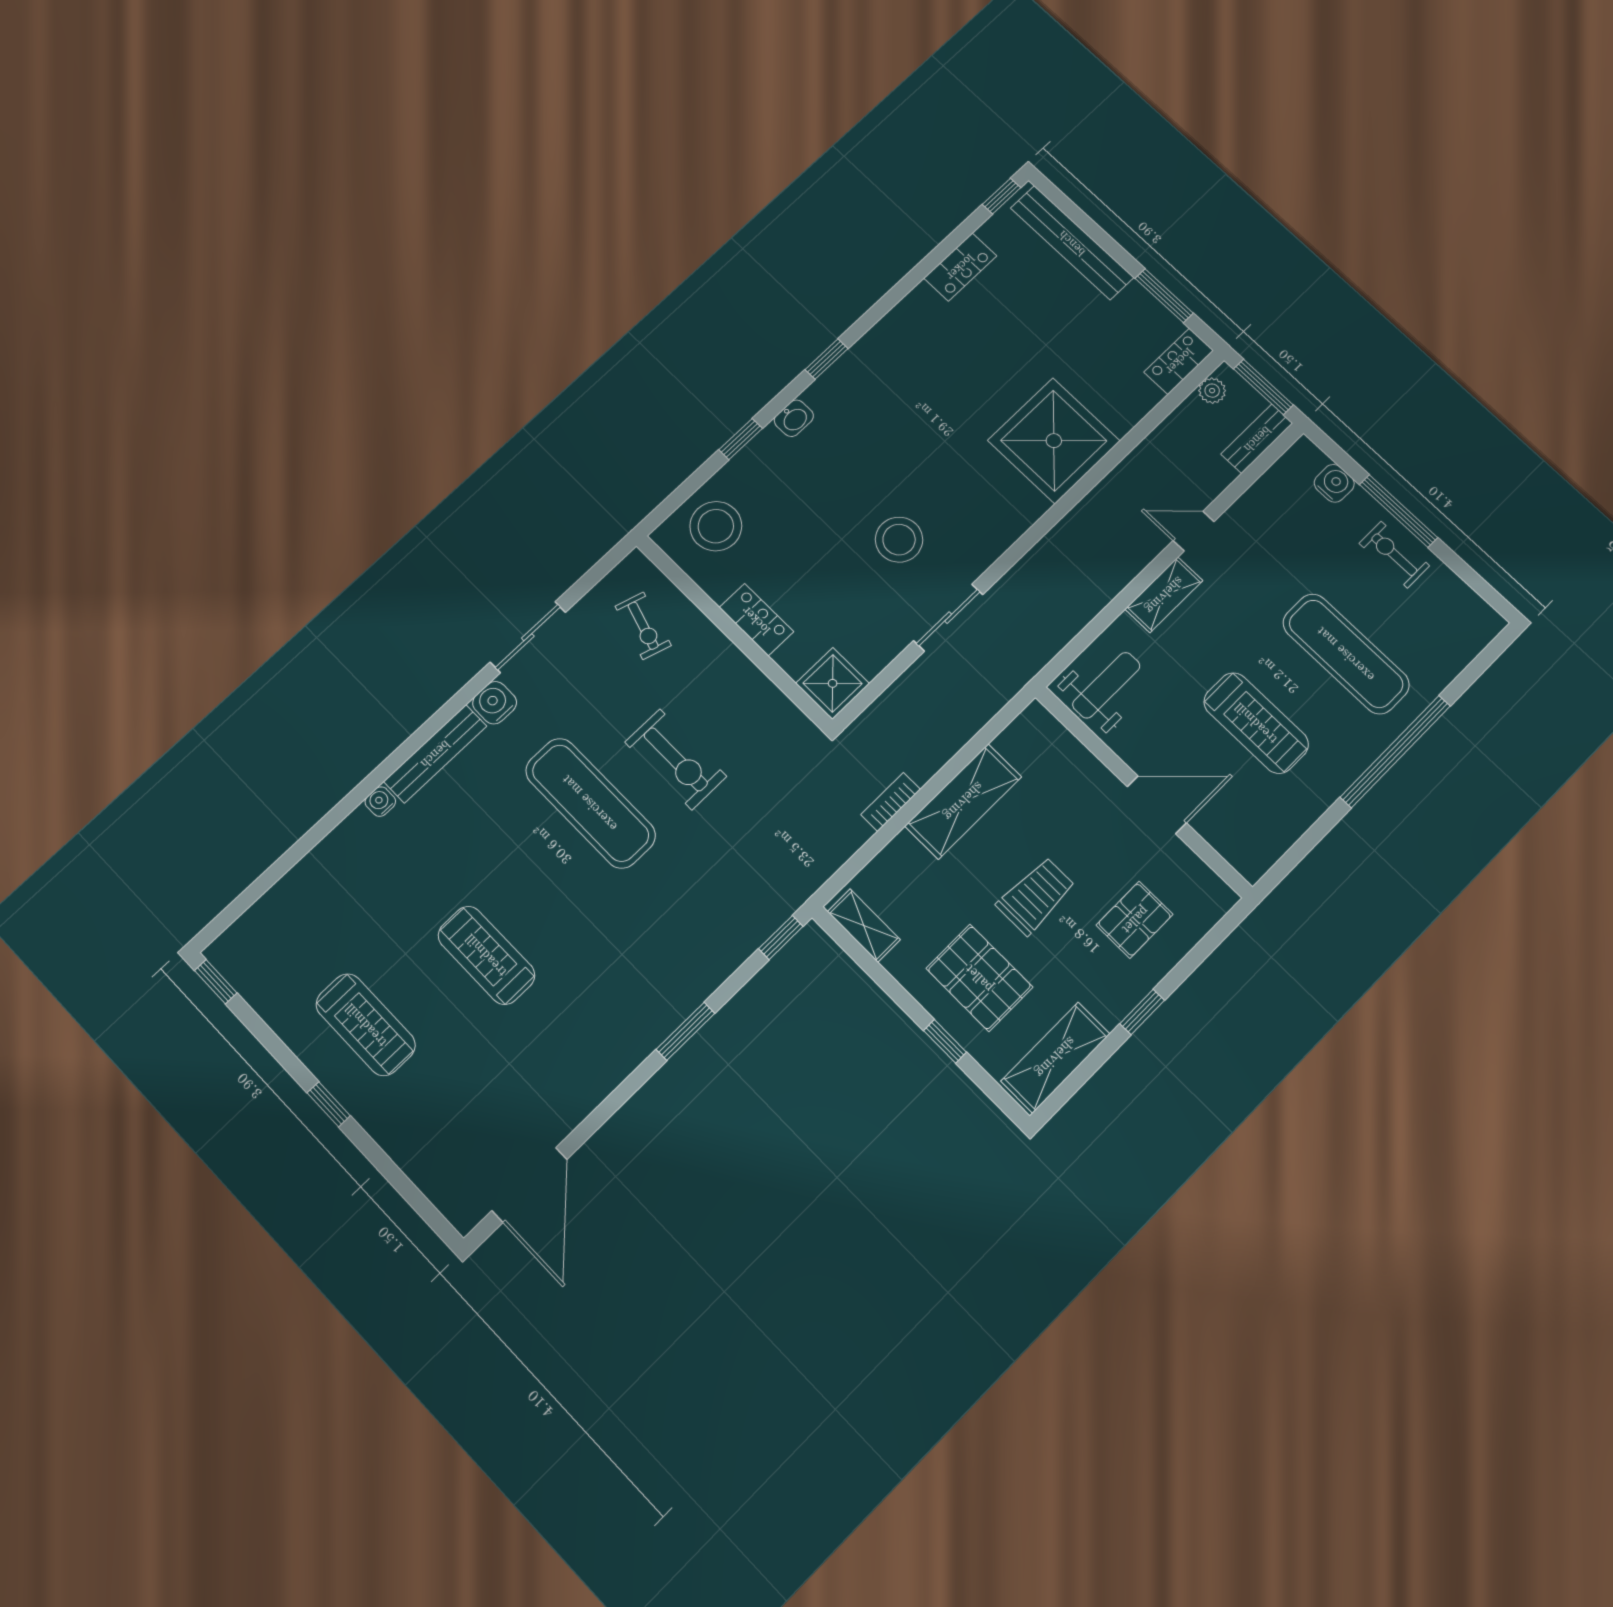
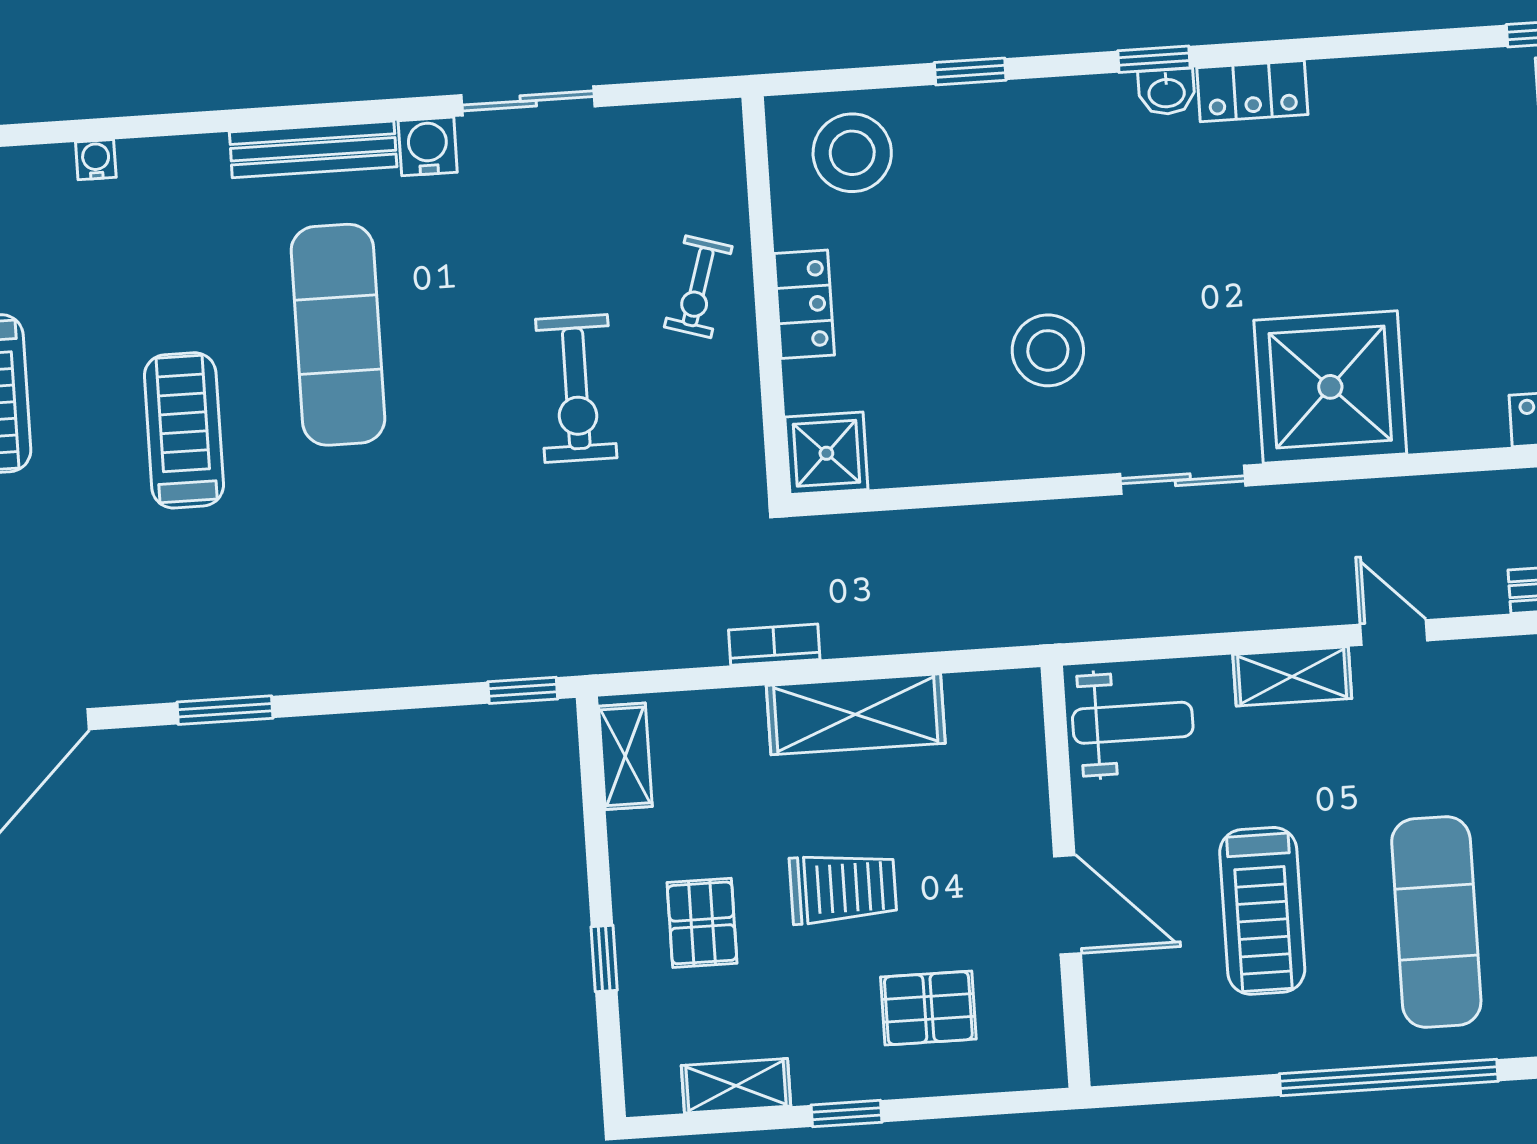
locker: (960, 267) -> (1252, 91), moved
washbasin: (794, 418) -> (1167, 92), moved
sliding door: (948, 618) -> (1183, 480), moved
exercise bike: (643, 626) -> (698, 287), moved
water cooler: (380, 802) -> (96, 160), moved
exercise mat: (590, 803) -> (338, 335), moved
pallet: (979, 978) -> (702, 923), width x0.67, depth x0.71
window: (686, 1031) -> (225, 710), moved
shelving: (1055, 1057) -> (736, 1086), width x0.67, depth x0.75

